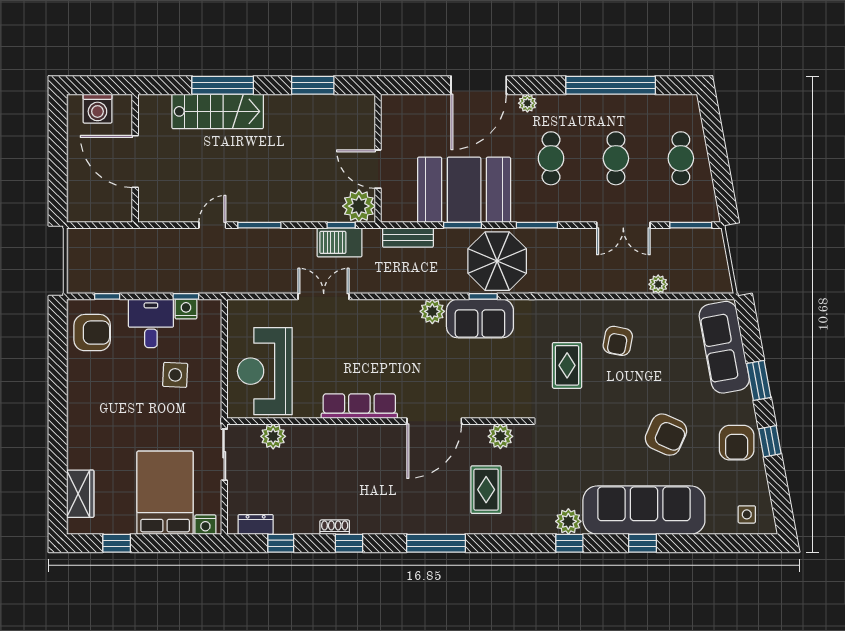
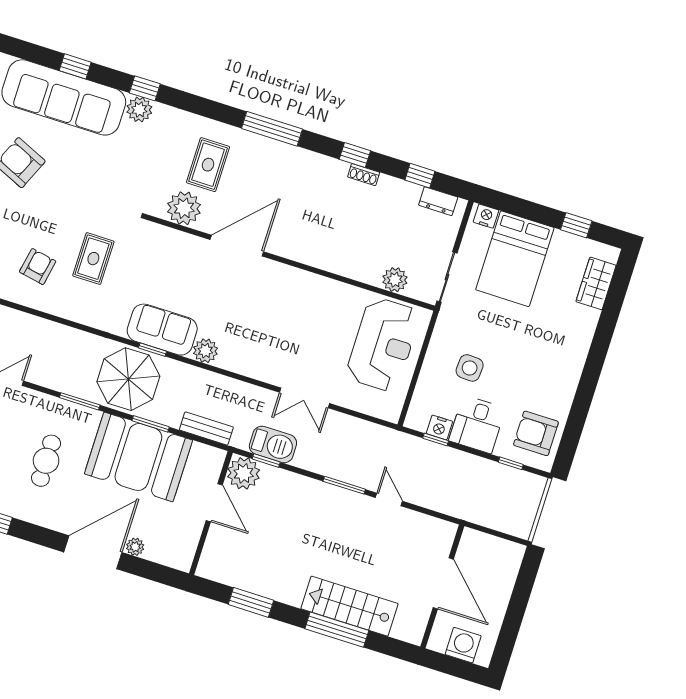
plant: (527, 103) -> (135, 547), moved
door: (212, 225) -> (389, 499), swing flipped
row of seats: (359, 406) -> (304, 282), removed
plant: (500, 436) -> (184, 208), width x1.36, depth x1.36

